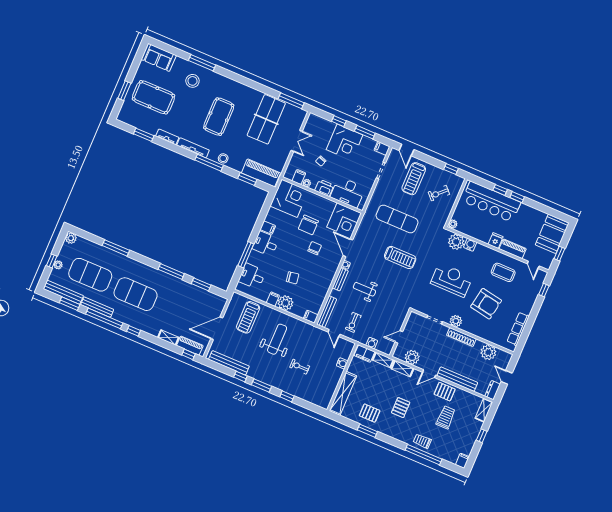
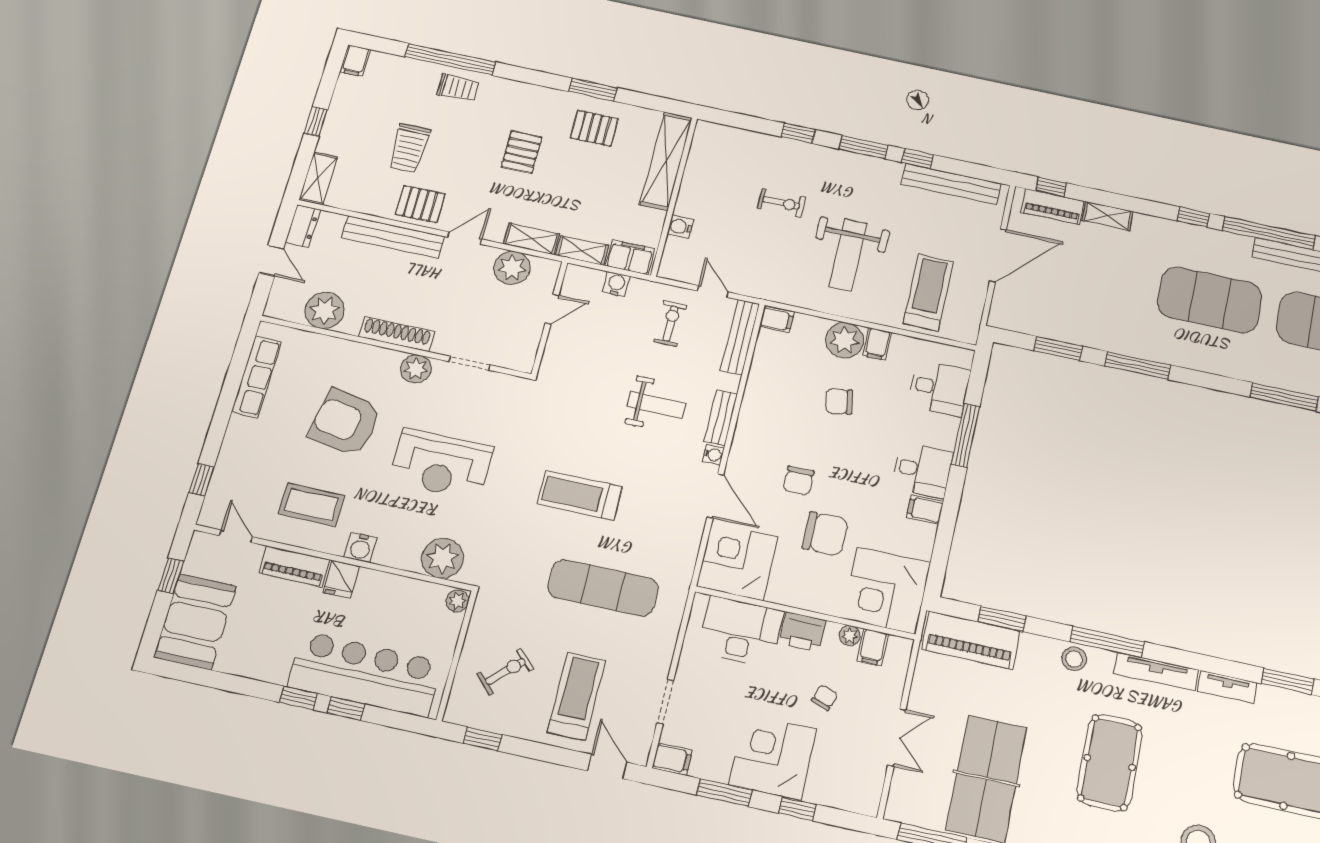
double door: (297, 141) -> (897, 737), swing flipped
chair: (308, 225) -> (825, 534), turned 90
water cooler: (470, 245) -> (361, 547), moved

